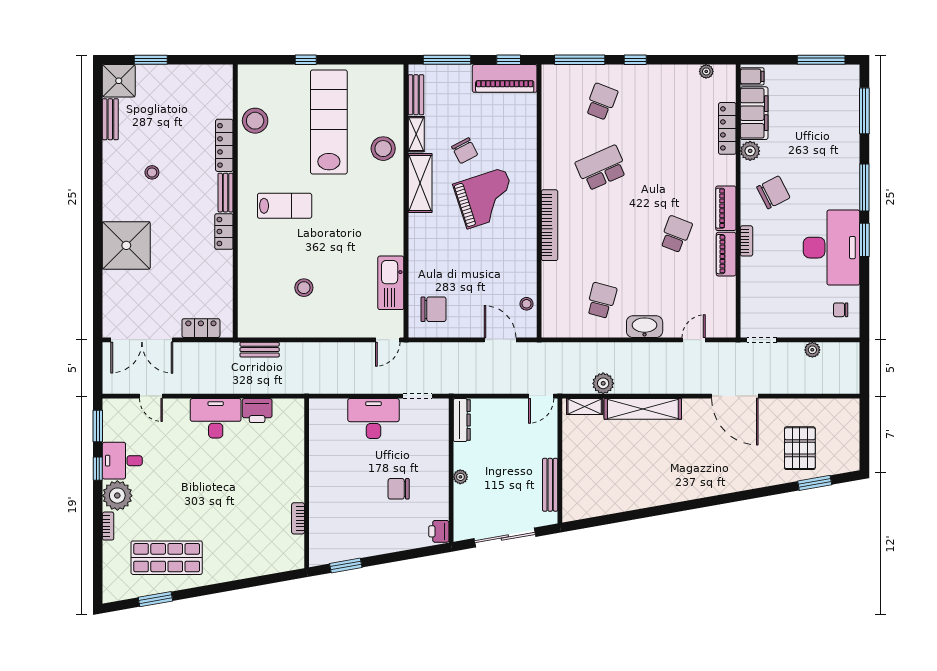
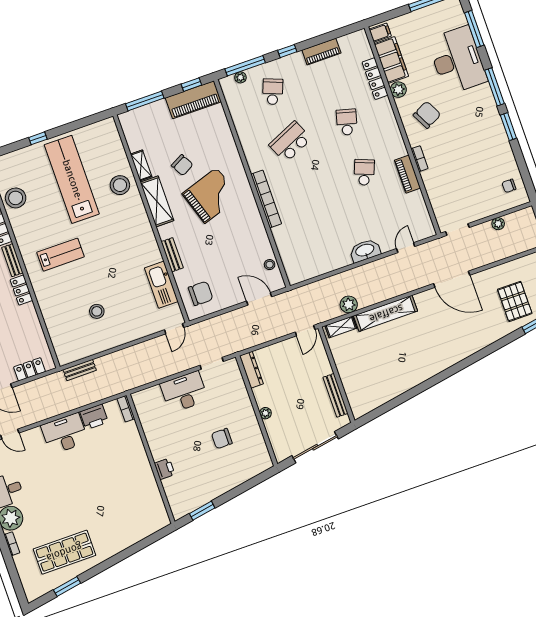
plant: (706, 71) -> (240, 77), moved
bench: (416, 95) -> (172, 255), moved
piano: (726, 208) -> (321, 52), moved, turned -90
desk: (832, 248) -> (457, 60), moved
school desk: (601, 300) -> (347, 122), moved
bookcase: (298, 518) -> (126, 409), moved
printer: (439, 531) -> (165, 469), moved, turned 180

